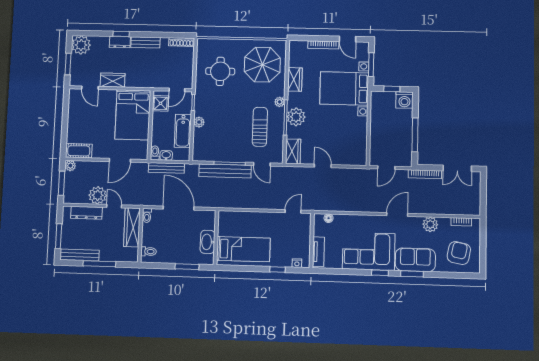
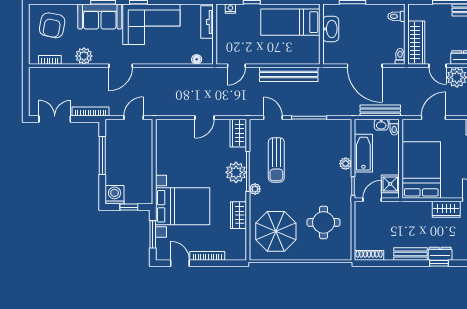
door: (323, 166) -> (204, 118), hinge flipped
bench: (225, 171) -> (289, 74), moved

